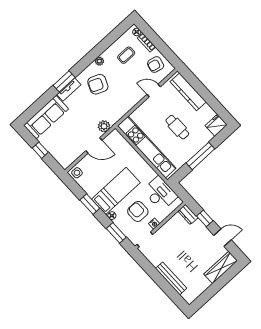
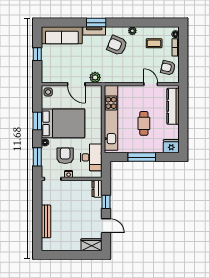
bed: (116, 191) -> (63, 123), width x1.50
wardrobe: (221, 268) -> (91, 245), width x0.67

